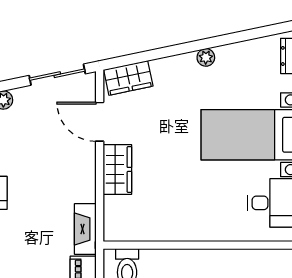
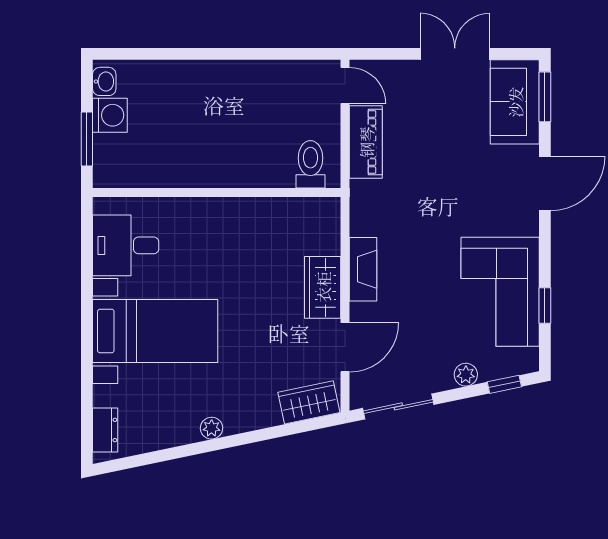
door: (100, 122) -> (345, 347), hinge flipped
fireplace: (85, 229) -> (363, 269), moved

